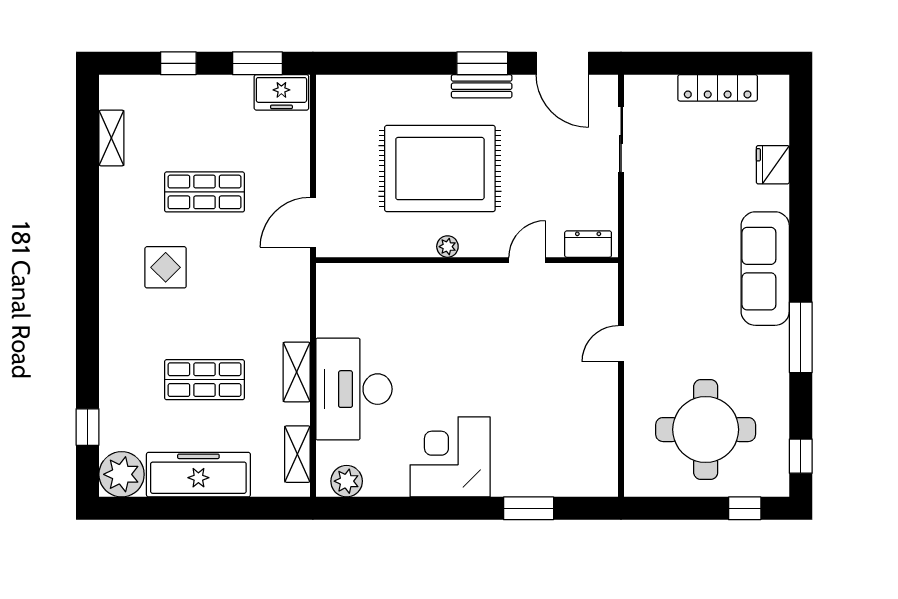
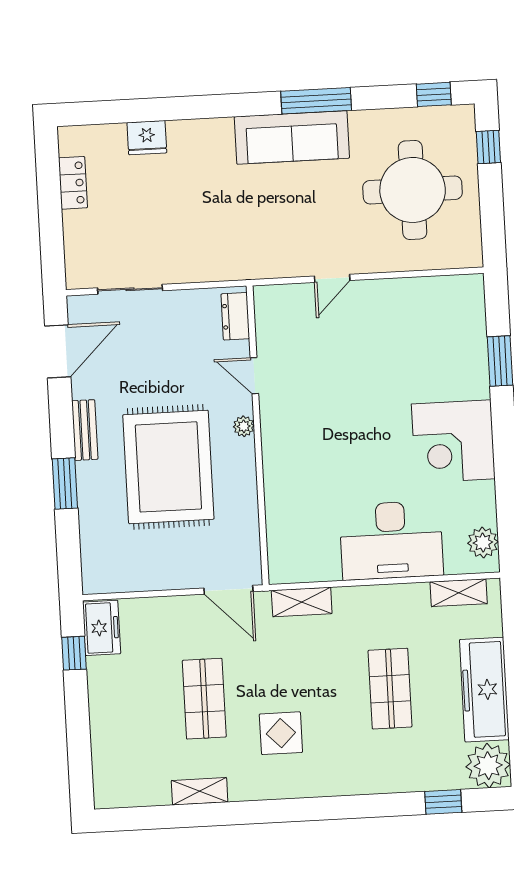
window: (178, 63) -> (78, 732), removed
window: (257, 63) -> (74, 653), width x0.67
window: (482, 63) -> (65, 484), moved
locker: (718, 88) -> (73, 183), width x0.66
shelving: (111, 138) -> (200, 791), moved
plant: (447, 247) -> (244, 426), moved
sofa: (765, 269) -> (292, 137), moved
door: (621, 344) -> (332, 278), hinge flipped
shelving: (297, 372) -> (302, 602), moved

